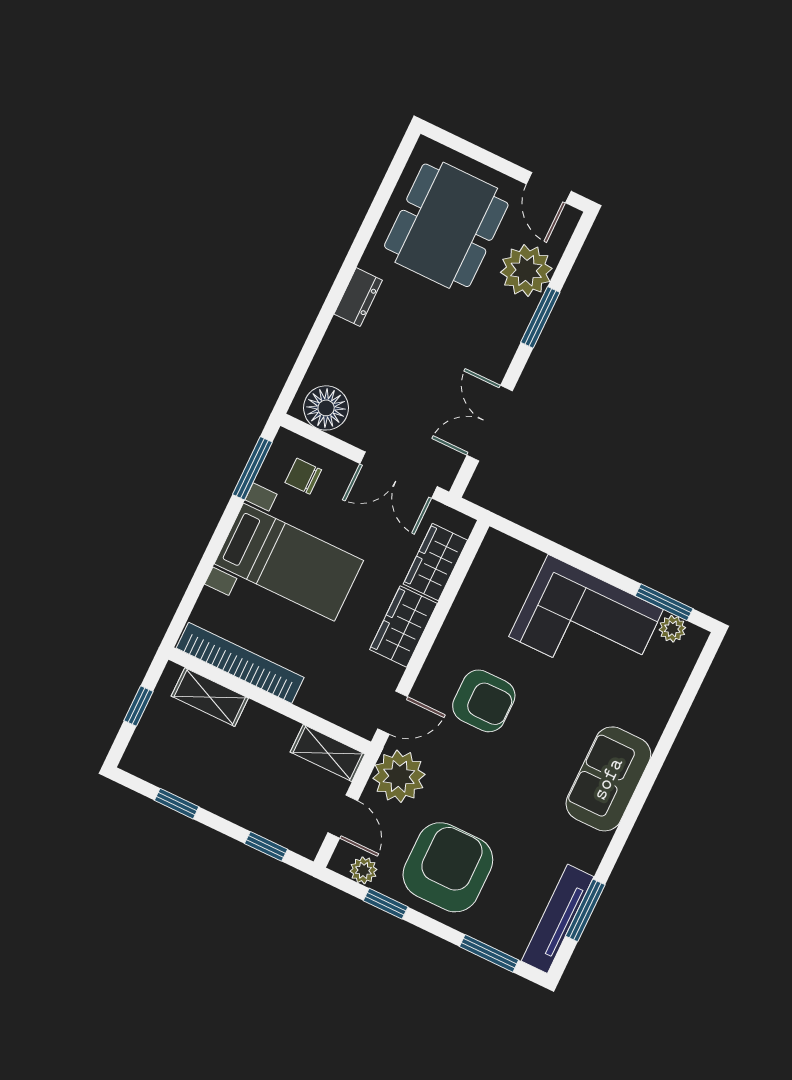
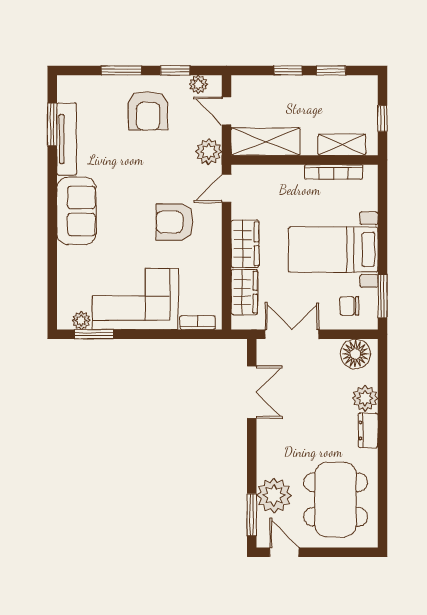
window: (540, 317) -> (252, 515), moved
plant: (342, 342) -> (365, 398), added
chair: (303, 476) -> (349, 306), turned 180
bookcase: (517, 551) -> (198, 323), added
bookcase: (240, 663) -> (333, 172), width x0.68, depth x0.76
shelving: (328, 753) -> (266, 142), width x1.50, depth x1.33
plant: (399, 776) -> (209, 152), width x0.73, depth x0.73
window: (266, 846) -> (288, 70), moved
armchair: (448, 867) -> (148, 111), width x0.73, depth x0.73
tv unit: (557, 919) -> (67, 139), moved
window: (489, 953) -> (121, 70), moved

